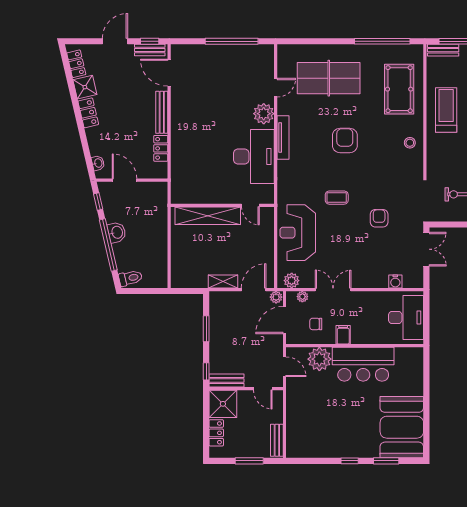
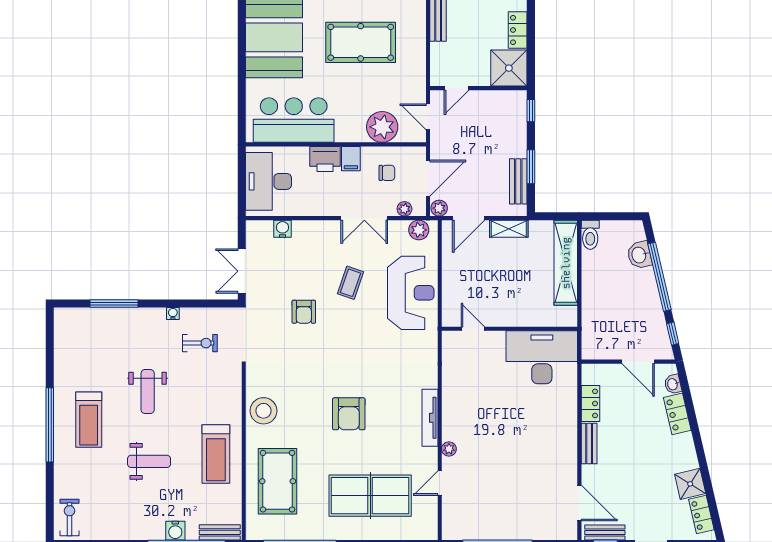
bench: (162, 112) -> (589, 443), width x0.73
locker: (88, 113) -> (677, 414), moved
plant: (264, 114) -> (449, 449), width x0.53, depth x0.53
stool: (410, 143) -> (263, 411), width x1.89, depth x1.89
desk: (254, 157) -> (542, 357), moved, turned 90
coffee table: (337, 198) -> (351, 283), moved, turned -71
shelving: (208, 216) -> (566, 263), moved, turned 90
washbasin: (117, 232) -> (639, 255), moved
toilet: (130, 278) -> (590, 235), moved, turned -77
printer: (363, 335) -> (325, 159), added
bar counter: (363, 364) -> (294, 120), moved
bench: (226, 380) -> (518, 181), moved, turned 90
door: (263, 389) -> (457, 88), swing flipped
pool table: (336, 423) -> (361, 42), added

